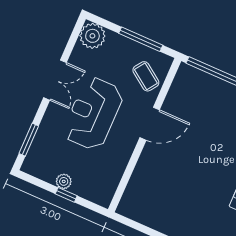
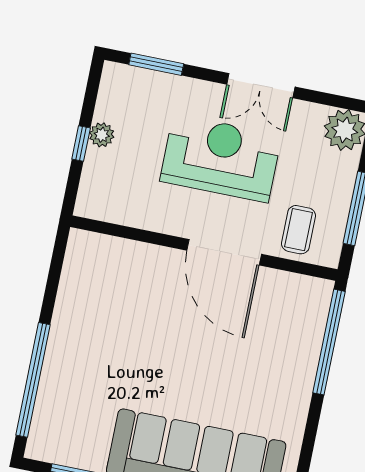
coffee table: (146, 76) -> (299, 230), turned -35
door: (150, 124) -> (224, 252), width x1.36

